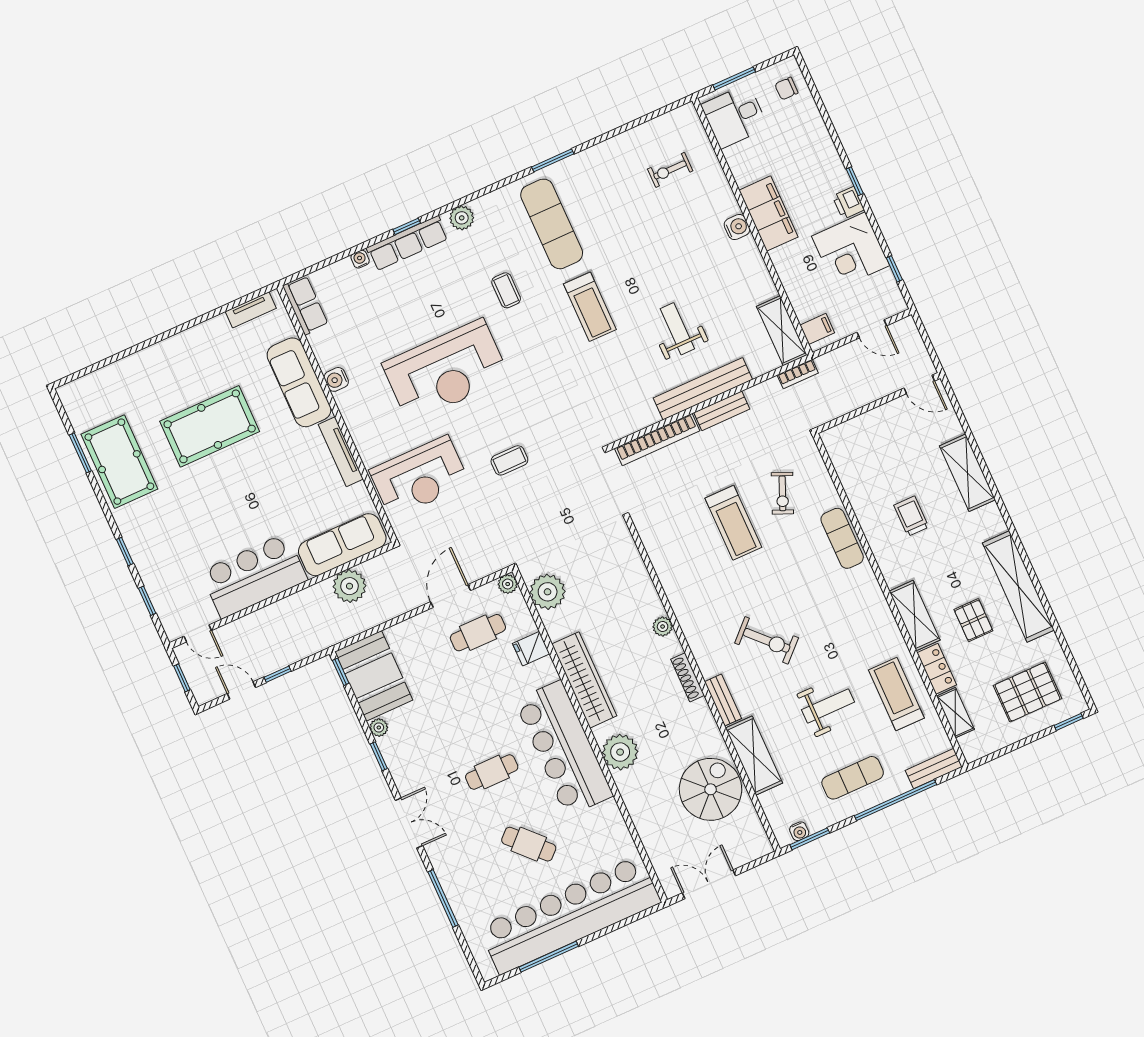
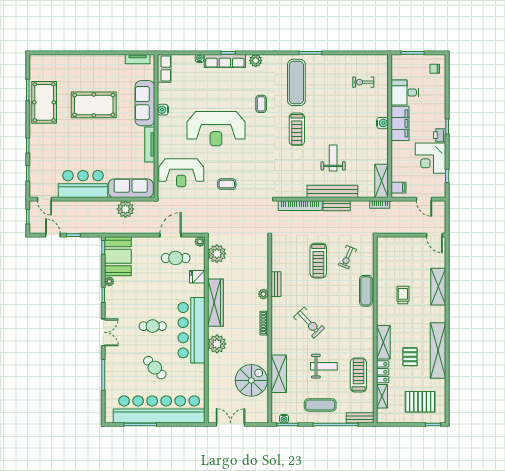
desk: (735, 116) -> (405, 92), moved
bench: (723, 700) -> (276, 284), moved

